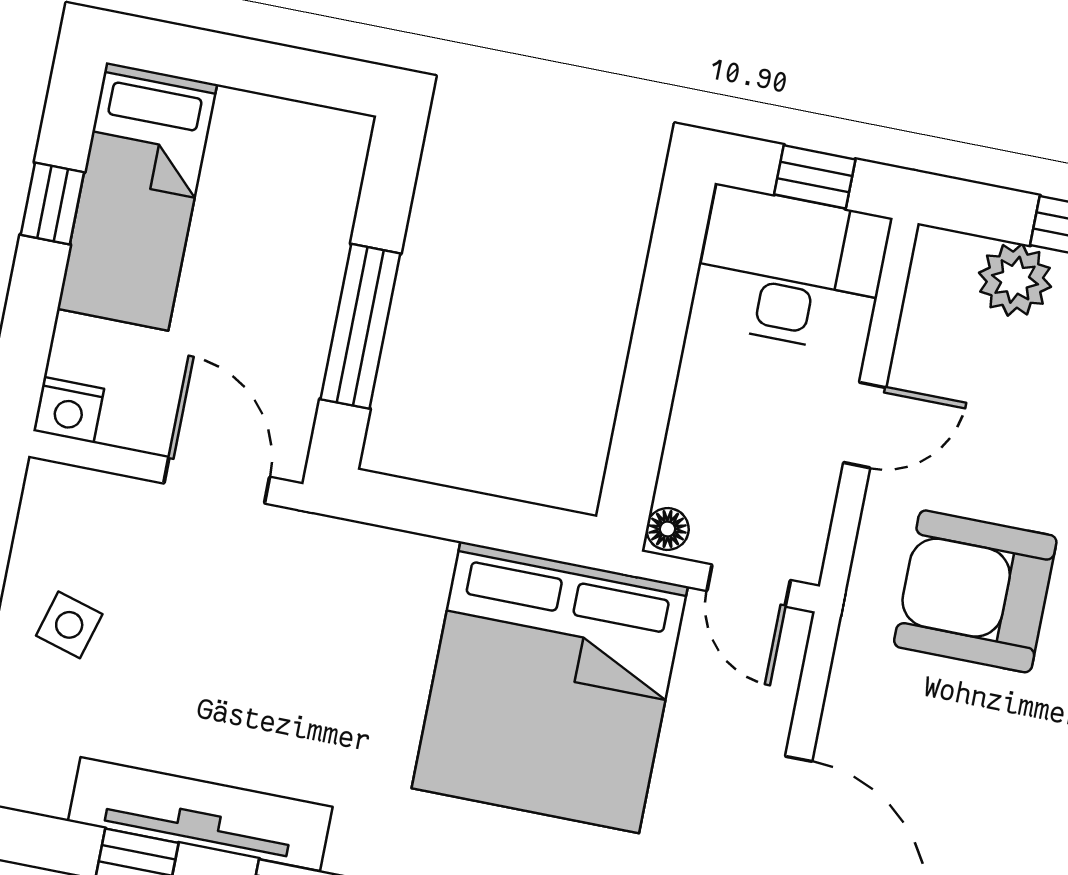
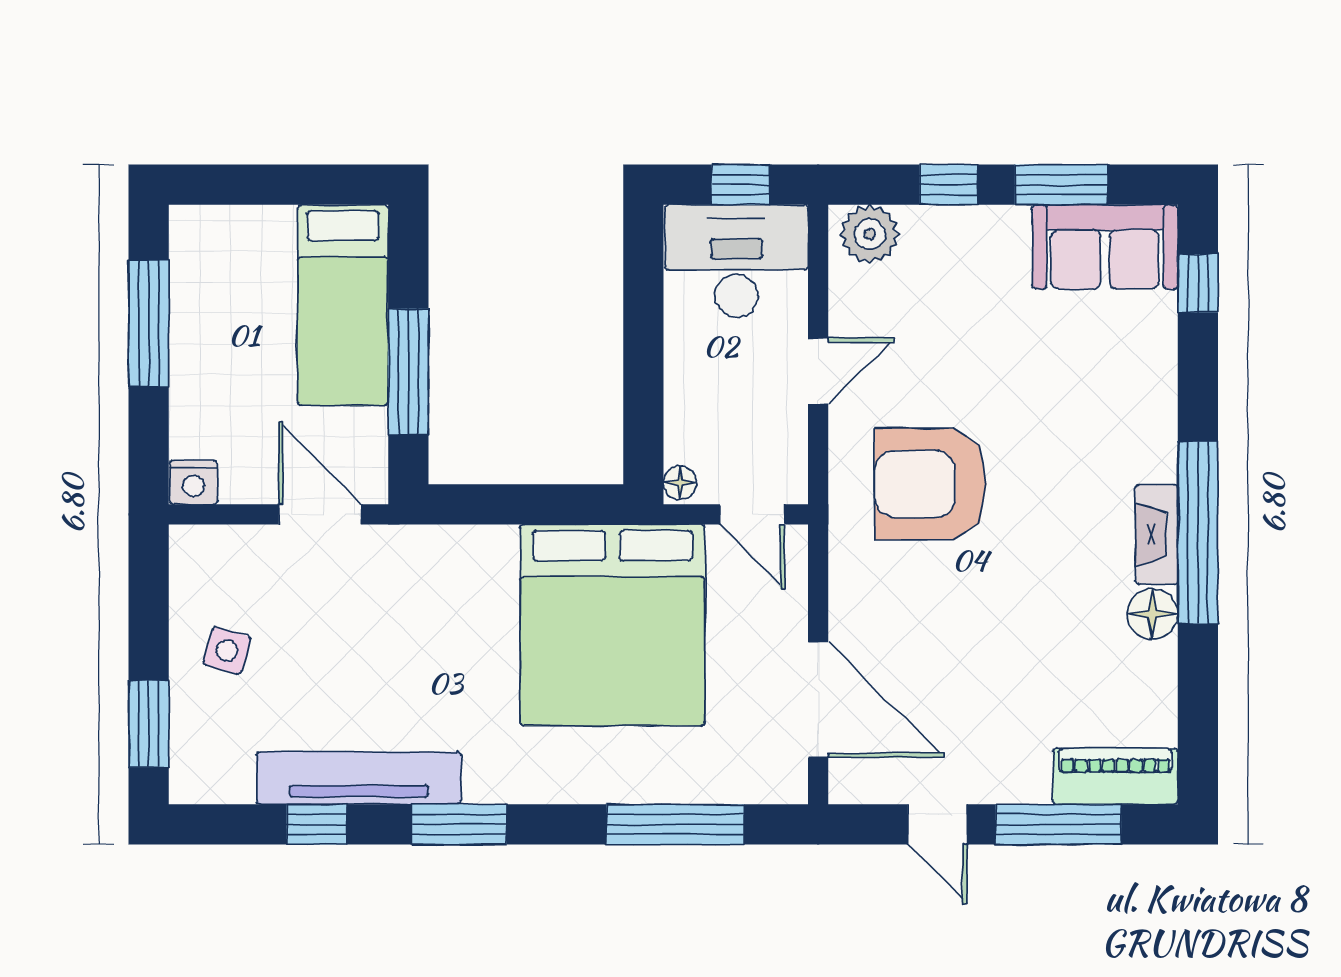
bed: (137, 197) -> (343, 305), moved
window: (52, 203) -> (149, 324), width x2.17
plant: (1015, 280) -> (870, 234), moved

